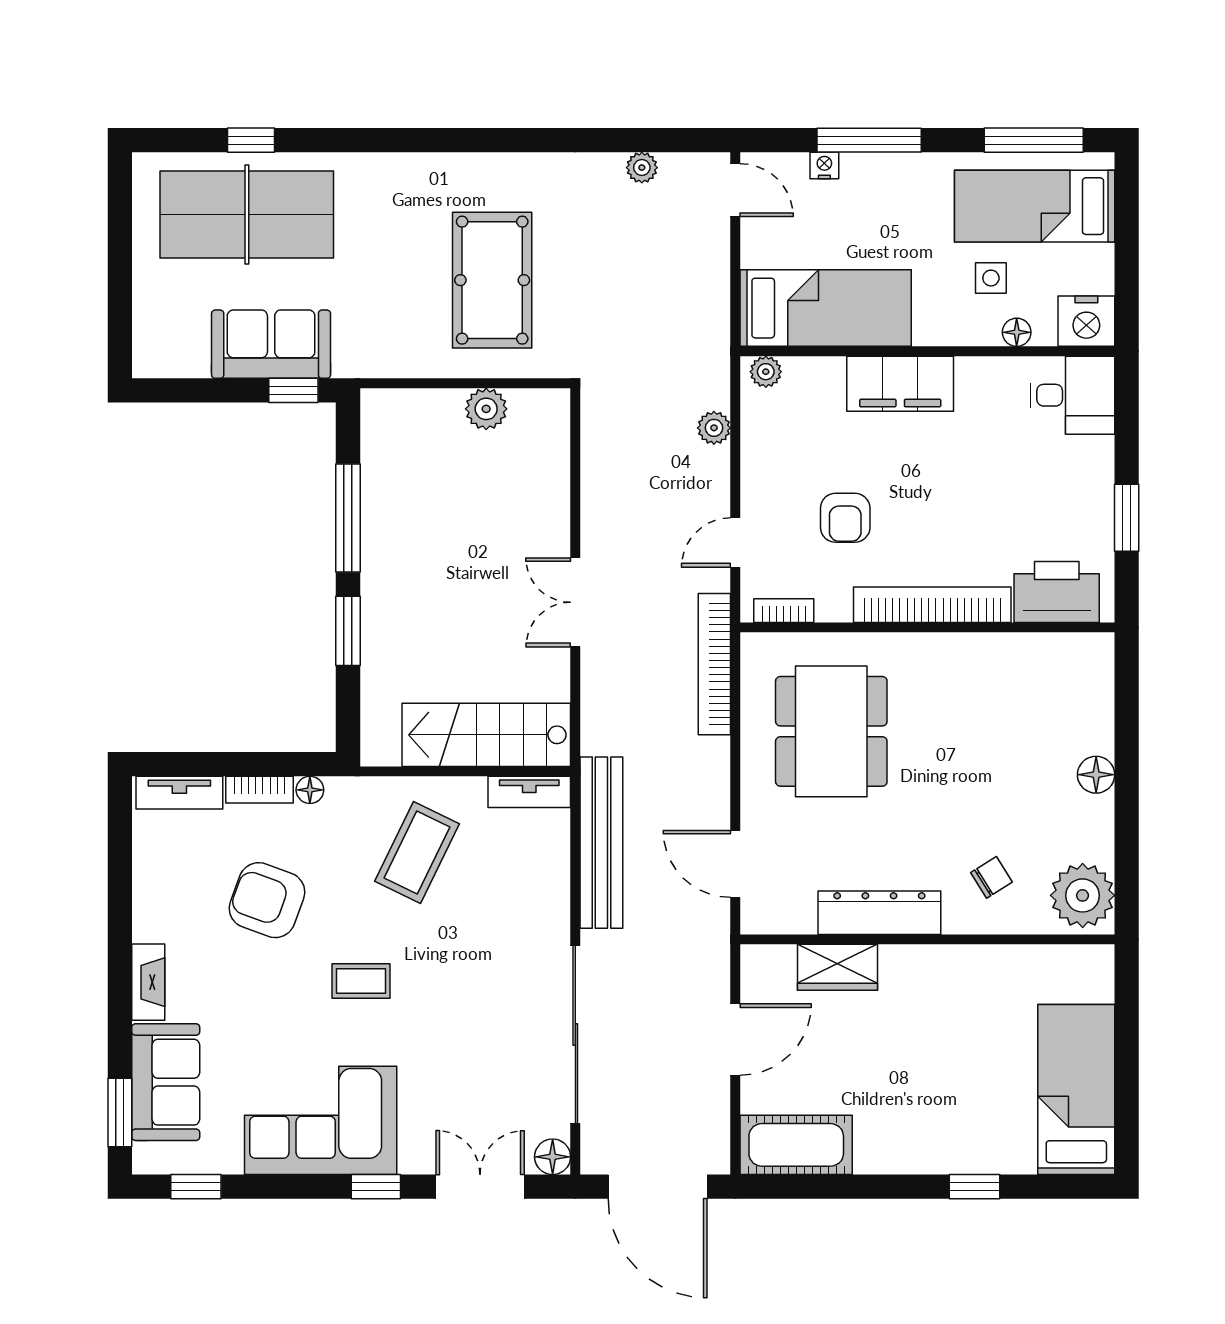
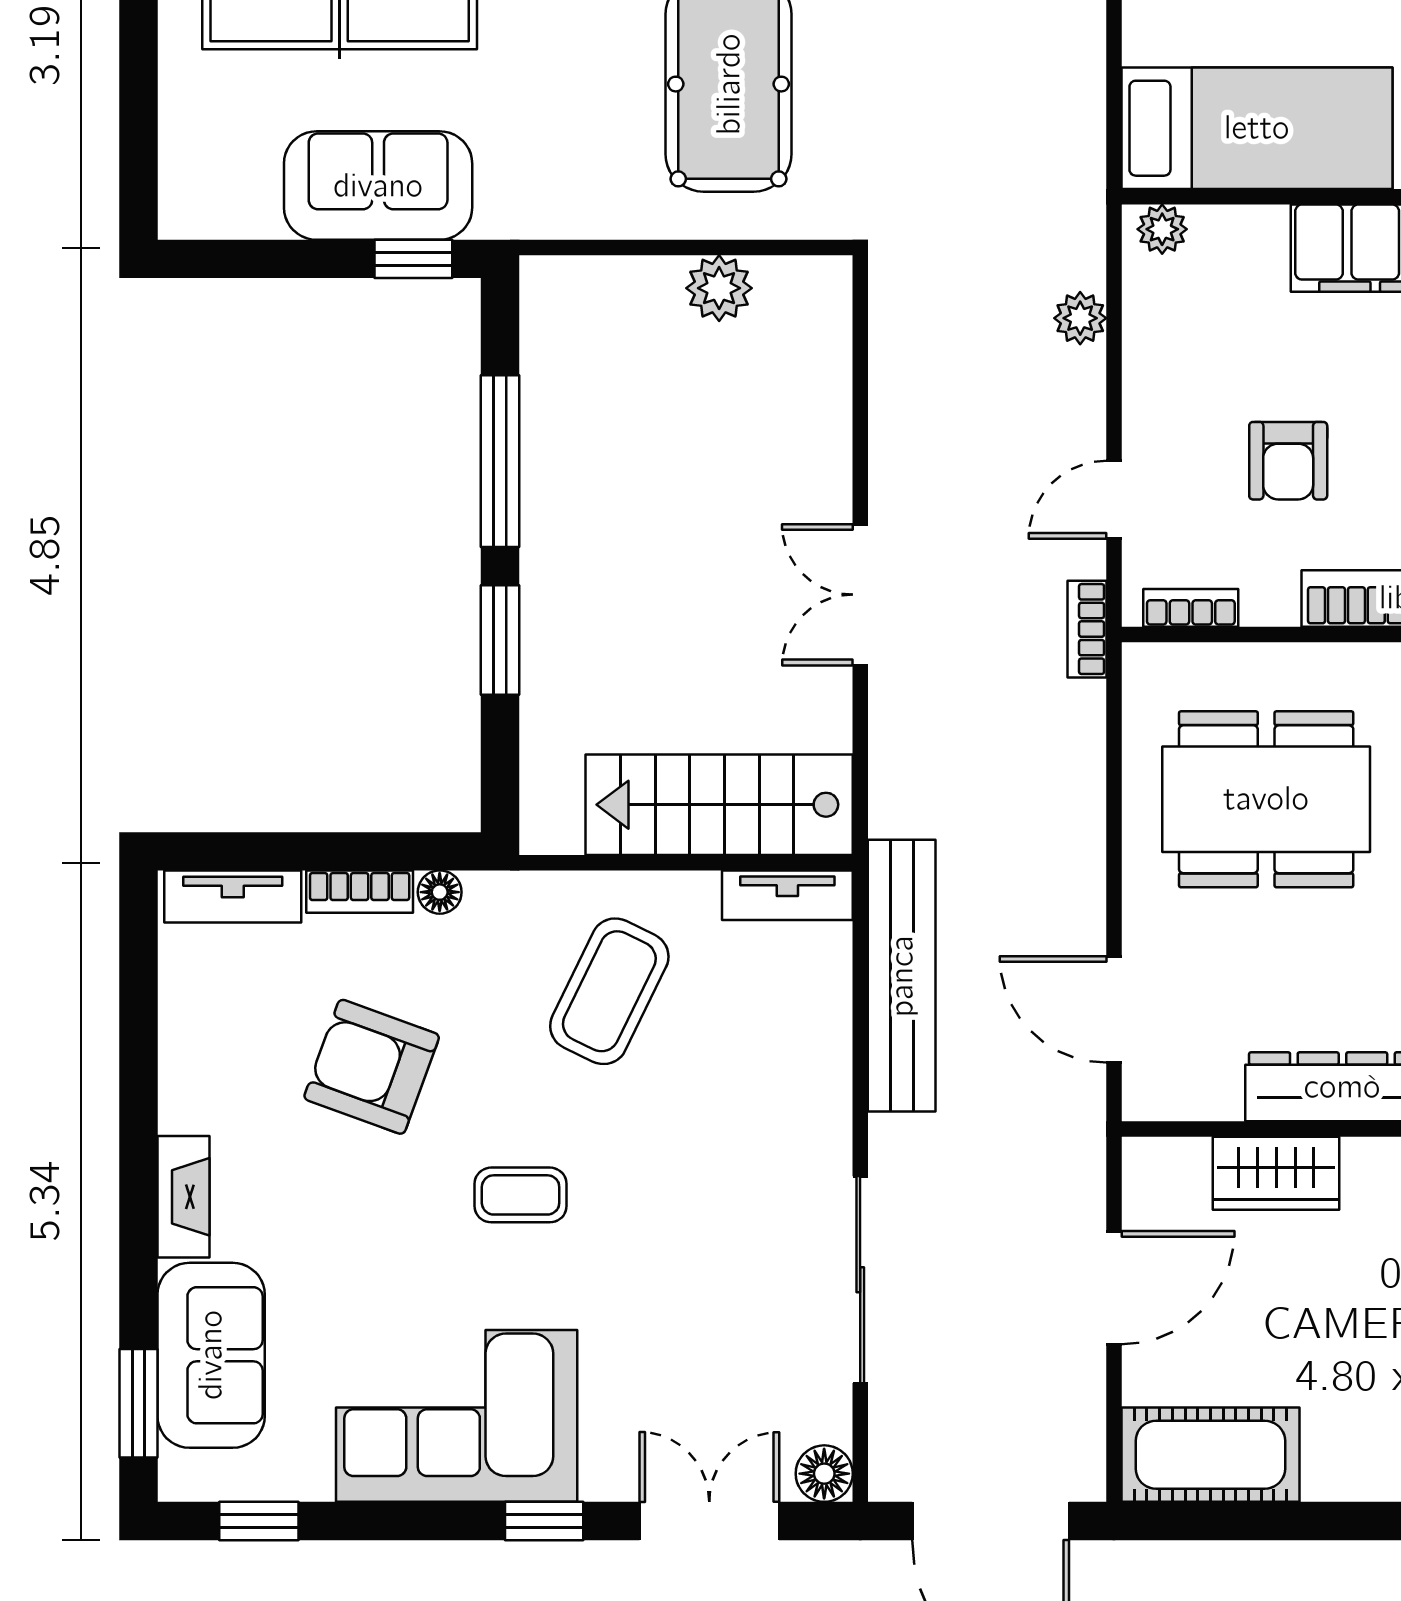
bookcase: (714, 664) -> (1087, 629), width x0.43, depth x0.76
dining table: (831, 731) -> (1266, 799), turned 90
sliding door: (575, 1034) -> (860, 1280), width x0.73

